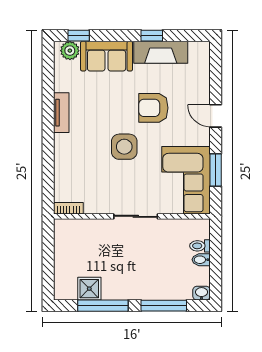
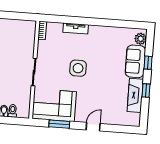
window: (79, 36) -> (148, 63), moved
armchair: (153, 108) -> (101, 88), removed
tv unit: (61, 113) -> (76, 28), moved

